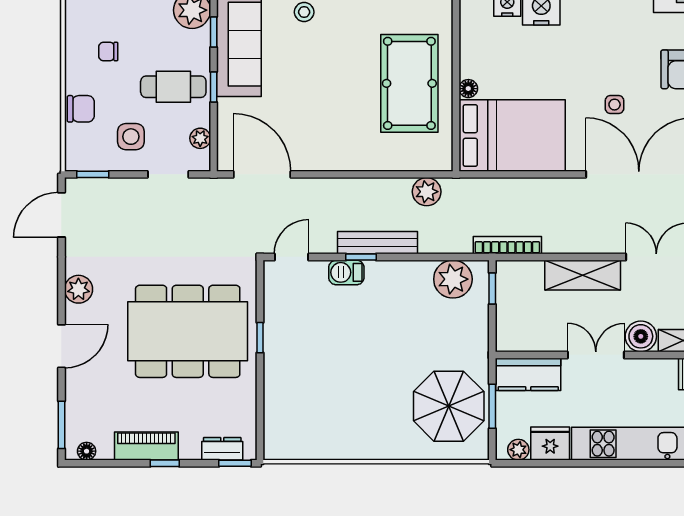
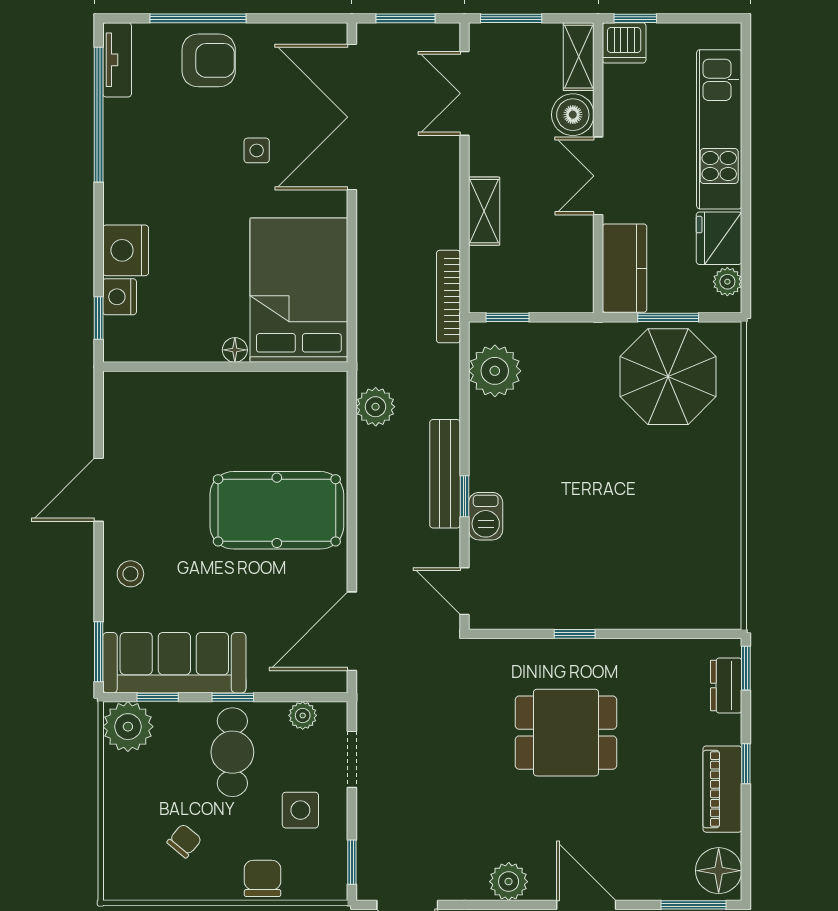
chair: (108, 52) -> (184, 841), turned -140
pool table: (409, 83) -> (277, 510), moved
shelving: (583, 275) -> (484, 211), width x0.67, depth x0.75
dining table: (188, 331) -> (566, 733), width x0.53, depth x0.80
floor lamp: (87, 451) -> (719, 871), width x1.89, depth x1.89

